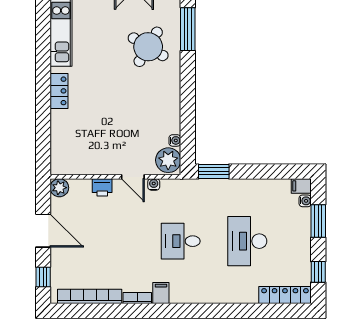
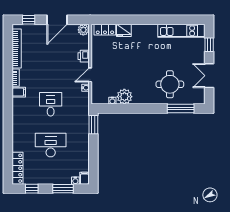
round table: (148, 47) -> (170, 84), turned -31
locker: (59, 91) -> (105, 30), moved
fridge: (60, 122) -> (124, 30), added
plant: (168, 160) -> (124, 97), moved

